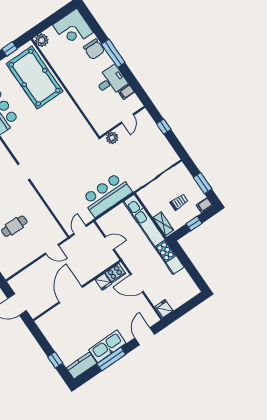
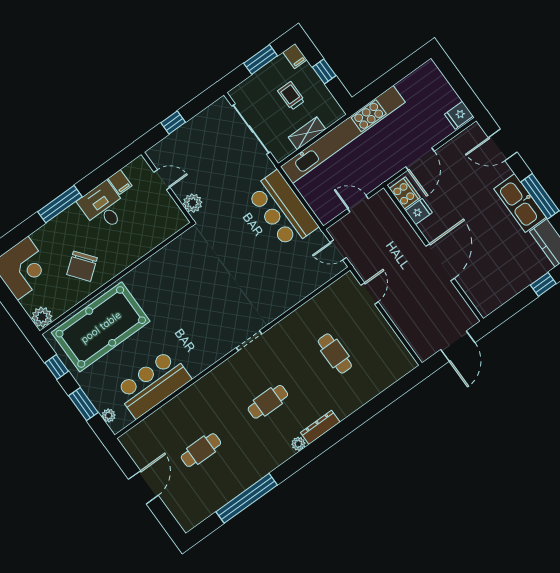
chair: (94, 49) -> (82, 266), moved, turned 142
shelving: (163, 224) -> (307, 133), moved
door: (109, 243) -> (358, 204), hinge flipped
door: (71, 295) -> (440, 262), swing flipped

